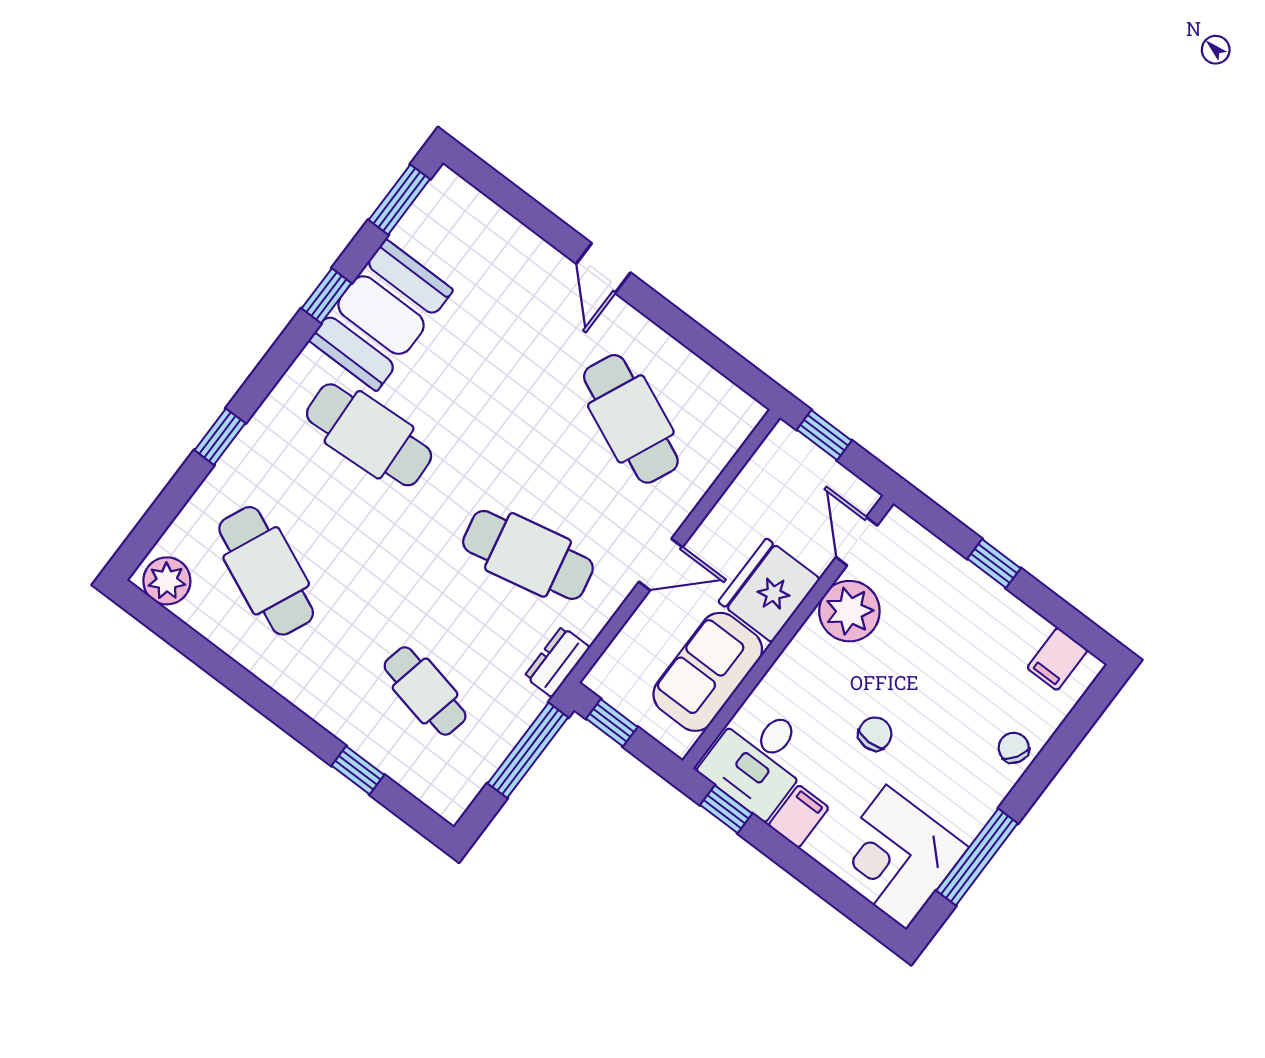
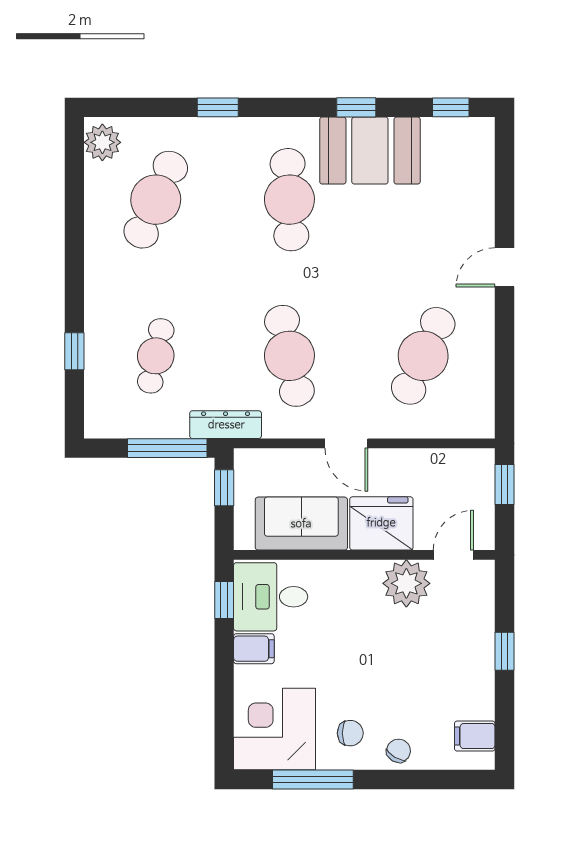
window: (399, 200) -> (451, 107), width x0.67
dresser: (557, 662) -> (226, 425), width x1.44
chair: (875, 734) -> (350, 733), moved

